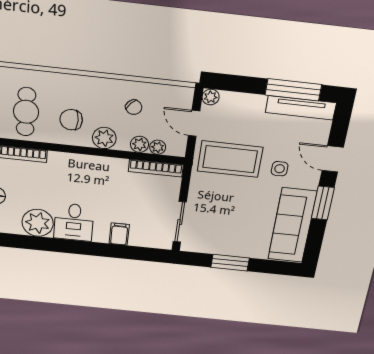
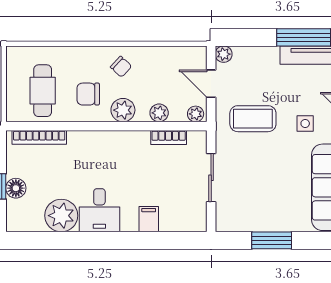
chair: (134, 107) -> (121, 67), moved
plant: (158, 147) -> (196, 114), moved
coffee table: (230, 159) -> (253, 119), width x0.73, depth x0.76
bookcase: (156, 168) -> (169, 137), width x0.64
sliding door: (180, 222) -> (211, 178), moved

